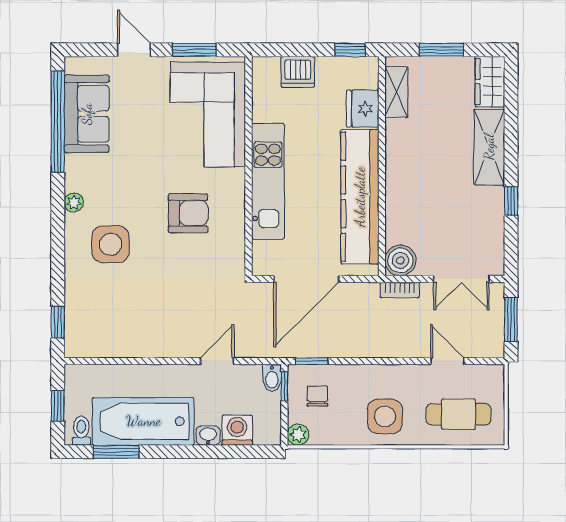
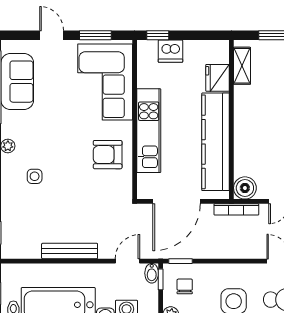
window: (350, 50) -> (158, 35), moved
armchair: (188, 213) -> (108, 155), moved, turned 180
side table: (111, 244) -> (35, 176), width x0.54, depth x0.54
bookcase: (400, 290) -> (236, 209), width x1.56
bench: (159, 347) -> (70, 251), added
door: (217, 361) -> (128, 261), moved

